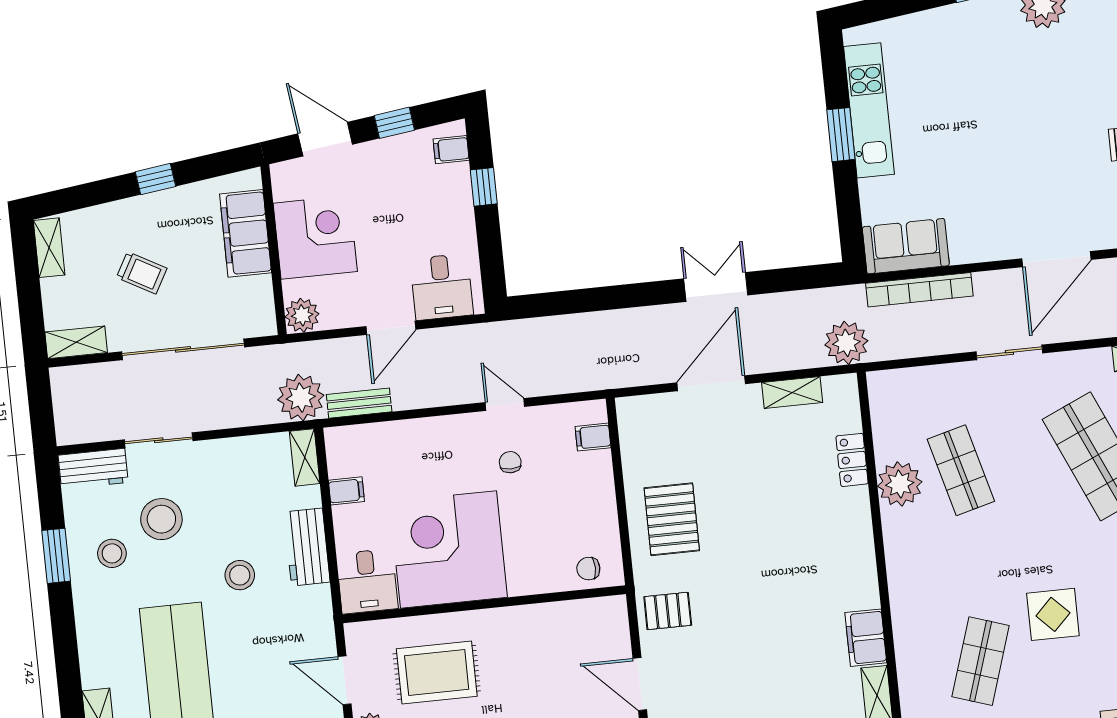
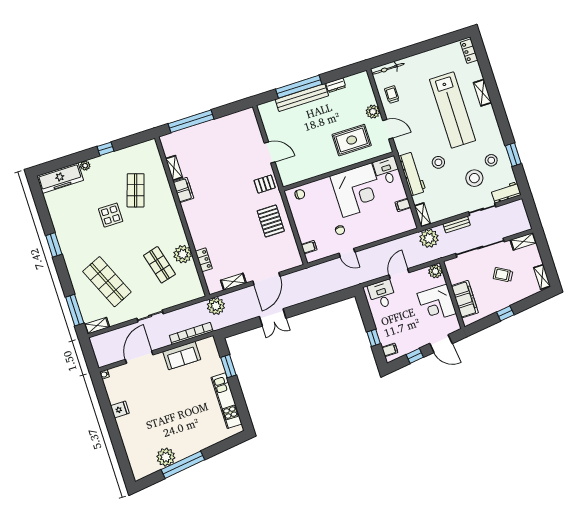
window: (841, 135) -> (228, 366), moved
sofa: (906, 246) -> (182, 356), moved
bench: (359, 403) -> (457, 225), moved
workbench: (307, 547) -> (412, 174), width x1.38

